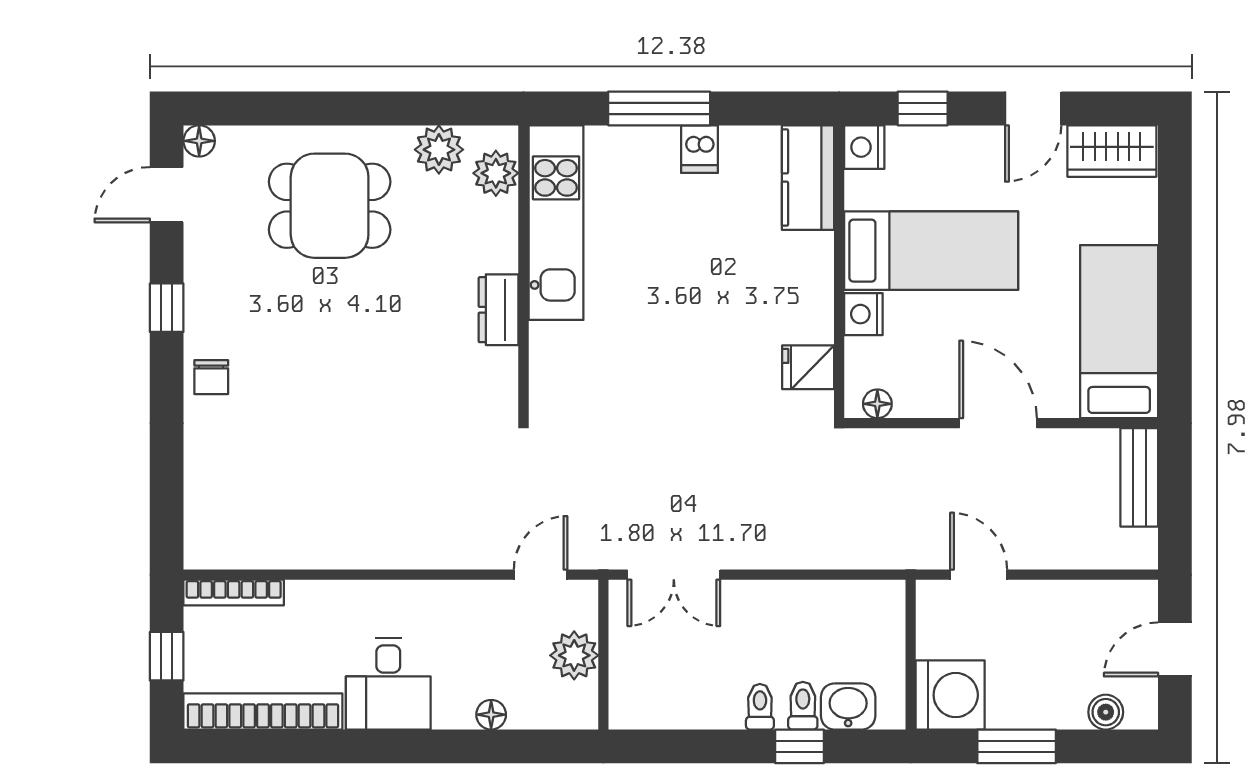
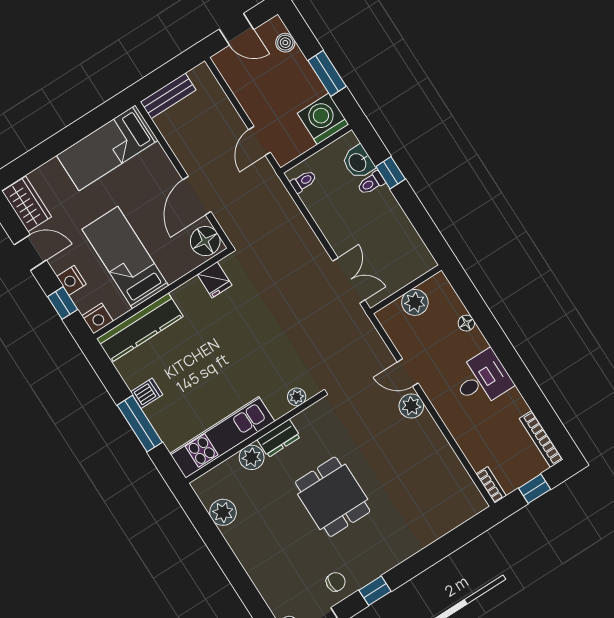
plant: (496, 173) -> (252, 457), moved
kitchen counter: (808, 178) -> (140, 328), width x1.50
dining table: (330, 206) -> (333, 497), moved
nightstand: (863, 314) -> (71, 280), moved, turned 90
chair: (211, 377) -> (336, 582), moved
plant: (545, 378) -> (297, 397), added
floor lamp: (877, 404) -> (205, 241), width x1.89, depth x1.89
door: (998, 423) -> (197, 196), moved
plant: (417, 547) -> (411, 406), added
door: (541, 575) -> (408, 373), moved
bookcase: (234, 593) -> (491, 485), width x0.64
toilet: (760, 707) -> (303, 181), moved, turned 180
bookcase: (263, 711) -> (541, 439), width x0.68, depth x0.76

